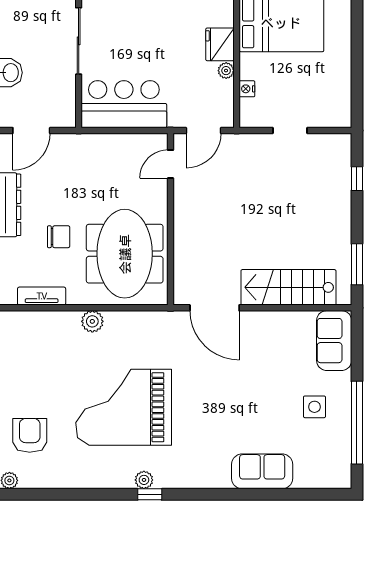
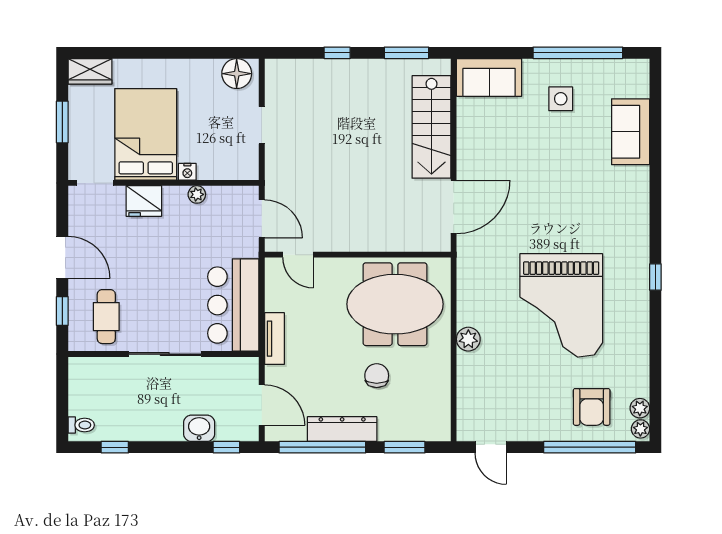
fridge: (220, 44) -> (144, 201), moved
nightstand: (247, 89) -> (187, 172), moved
floor lamp: (338, 107) -> (237, 74), added
window: (357, 179) -> (337, 53), moved
tv unit: (42, 296) -> (274, 339), moved, turned 180
armchair: (30, 435) -> (592, 407), turned -90
sofa: (262, 471) -> (631, 132), moved
plant: (144, 480) -> (640, 408), moved

